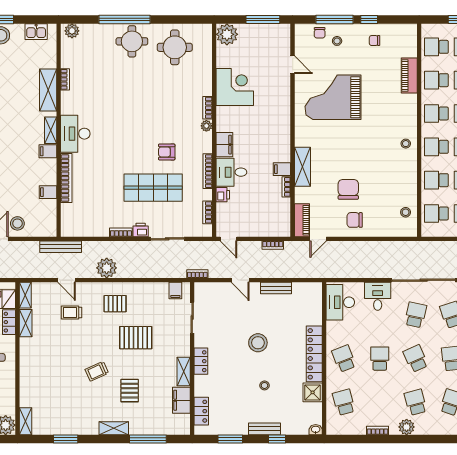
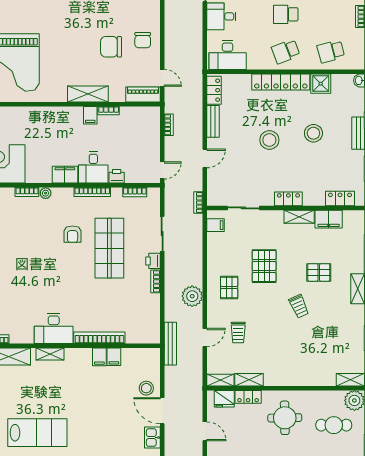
filing cabinet: (48, 151) -> (99, 357), moved
locker: (306, 289) -> (214, 90), added
stool: (264, 385) -> (313, 133), width x1.89, depth x1.89

